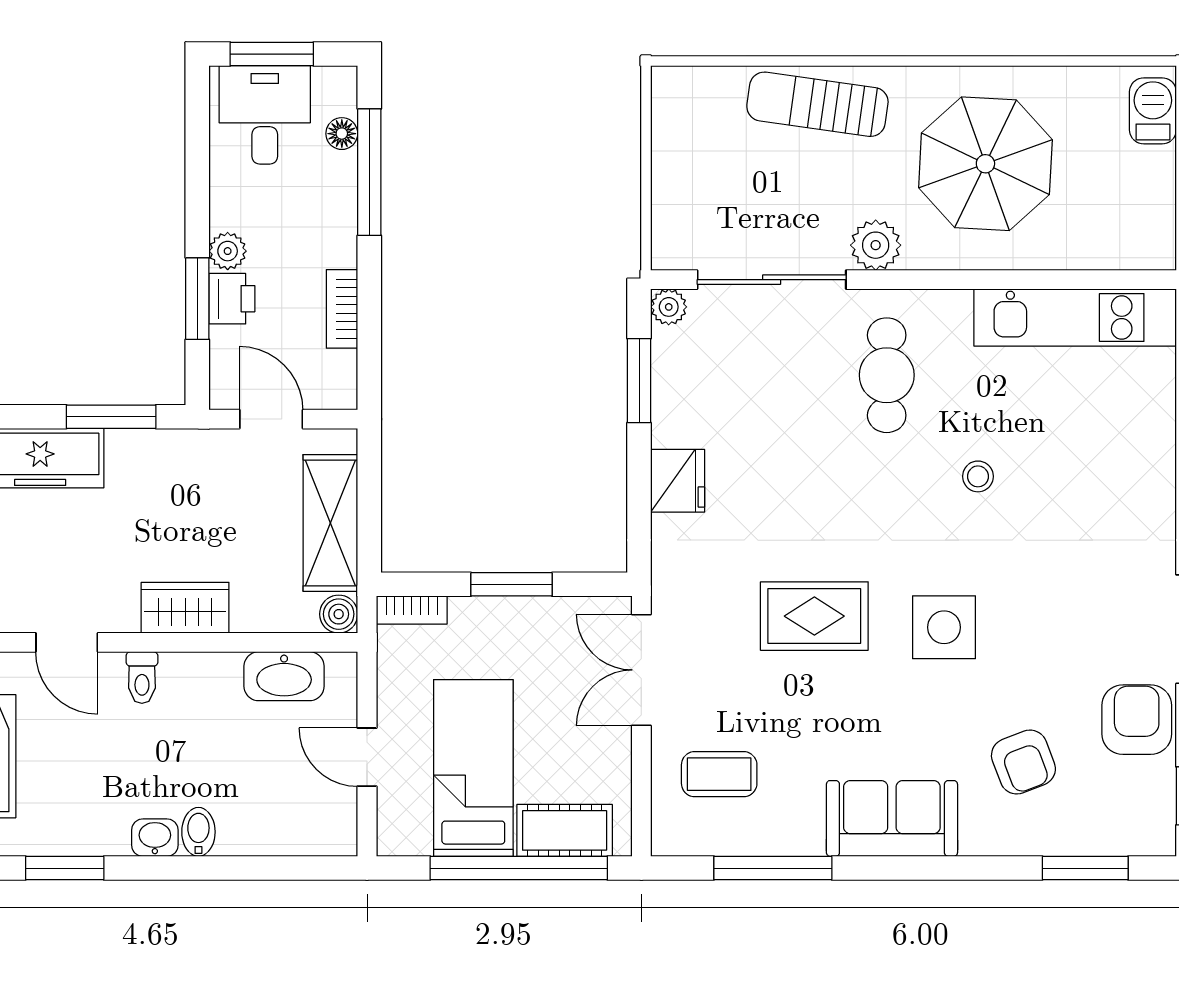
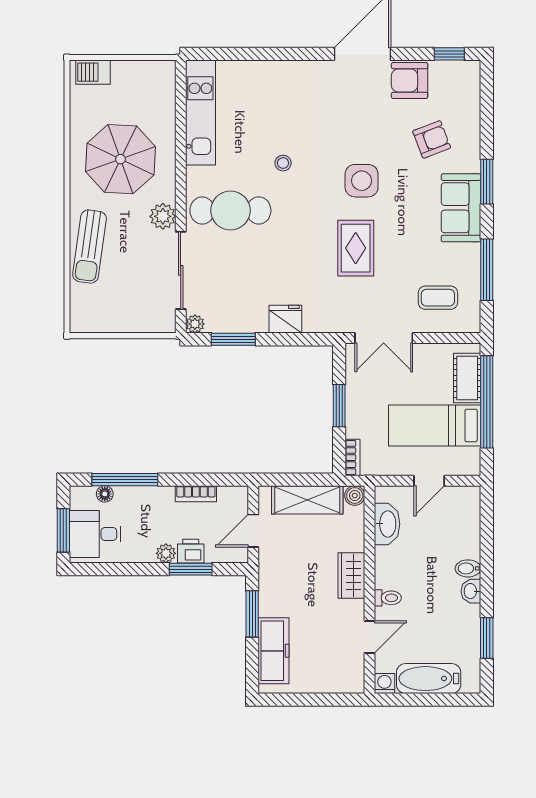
cafe table: (887, 375) -> (230, 210), width x1.37, depth x1.35
coffee table: (719, 774) -> (438, 298), turned 90
window: (1085, 868) -> (487, 182), moved

